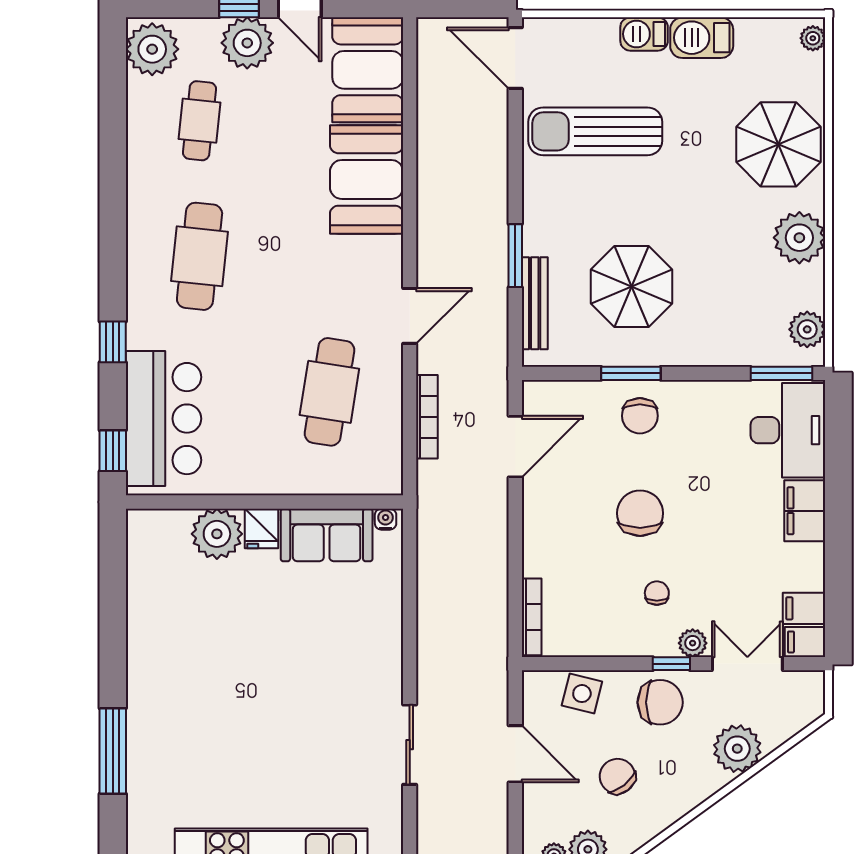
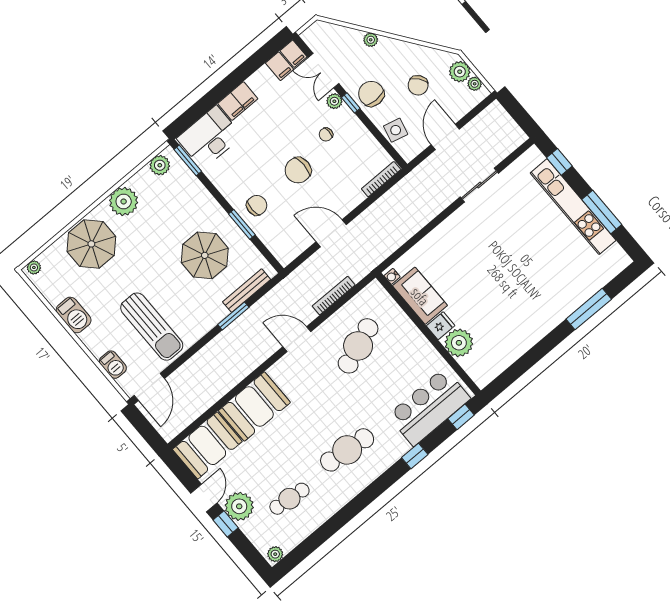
barbecue: (644, 34) -> (113, 365), moved
plant: (152, 49) -> (275, 554), width x0.53, depth x0.53
cafe table: (329, 392) -> (358, 346), turned -30
door: (515, 447) -> (331, 233), moved
plant: (737, 749) -> (371, 40), width x0.53, depth x0.53

